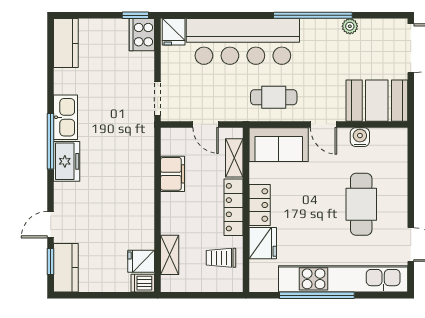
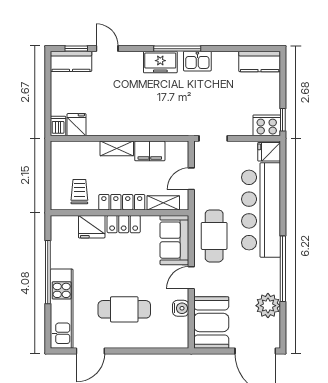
plant: (350, 26) -> (268, 306), width x1.88, depth x1.88
cafe table: (274, 97) -> (214, 236), width x1.37, depth x1.35
kitchen sink: (65, 117) -> (197, 61), width x0.73
shelving: (170, 255) -> (117, 148), moved
kitchen unit: (343, 279) -> (62, 309), width x0.73

